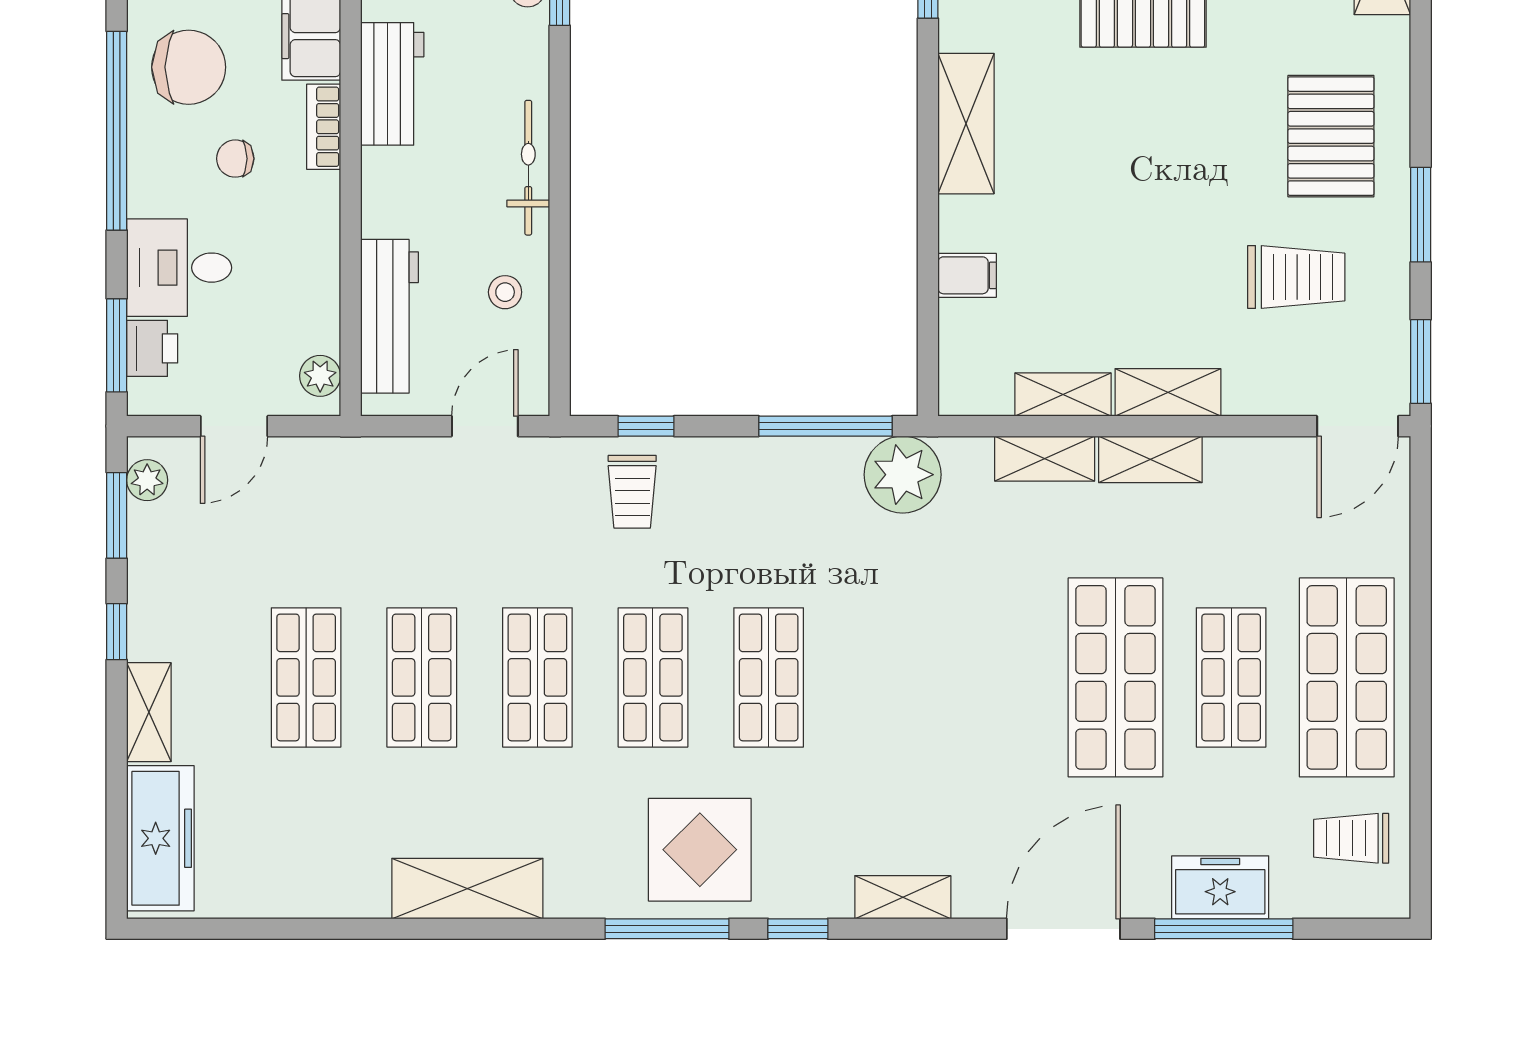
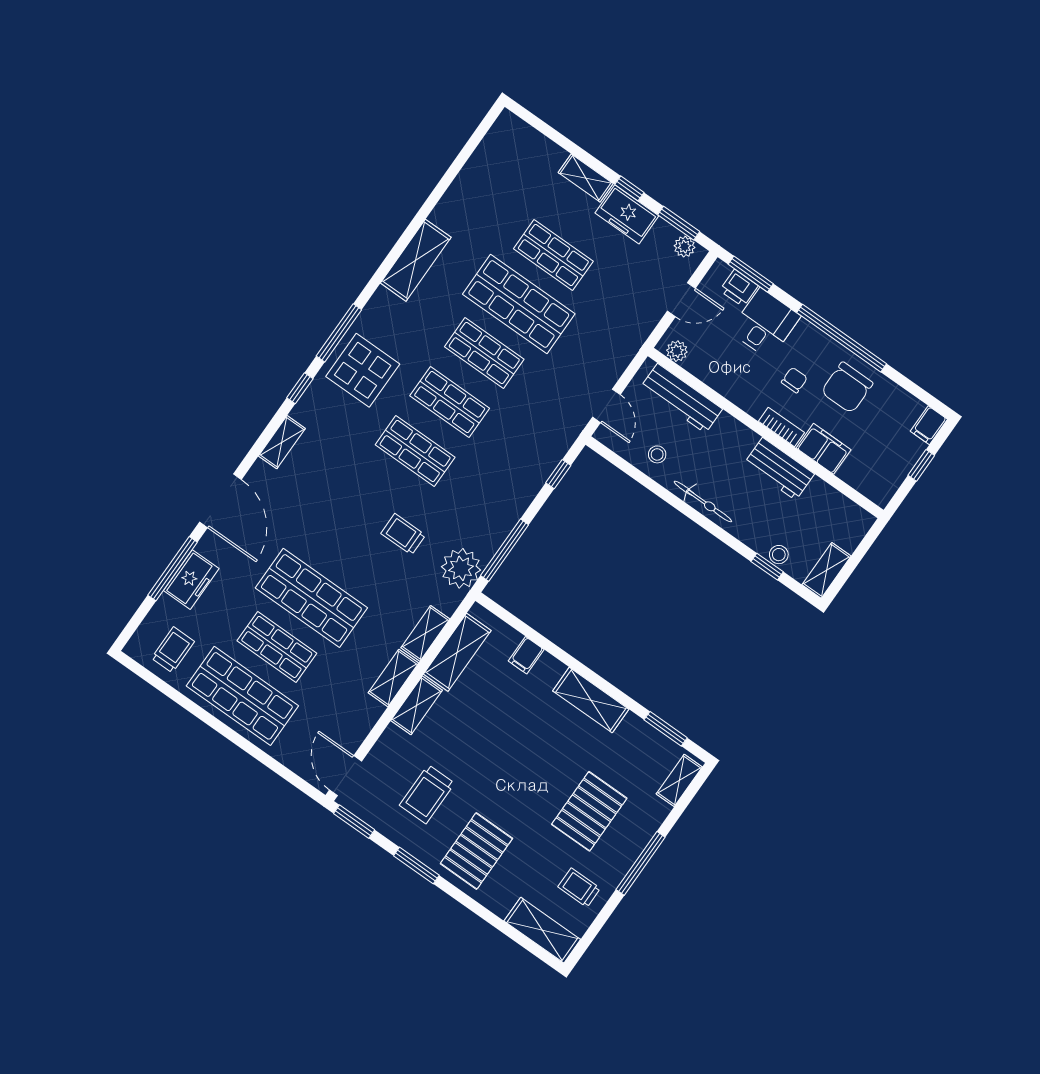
pallet: (1331, 136) -> (476, 851), turned 90
shelving: (1063, 395) -> (457, 652), width x1.50, depth x1.33
door: (234, 426) -> (681, 300), swing flipped
trolley: (632, 492) -> (403, 534), moved
shop shelf: (422, 677) -> (519, 304), width x1.43, depth x1.36
freezer: (160, 838) -> (627, 214), moved, width x0.71

